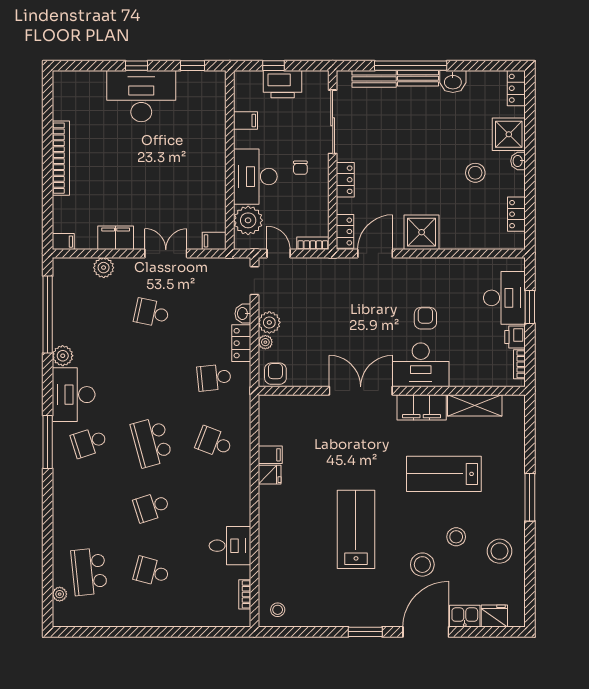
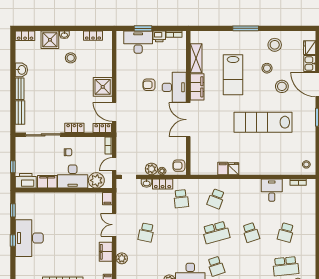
window: (411, 66) -> (13, 93), removed
printer: (283, 84) -> (26, 181), moved, turned -90
filing cabinet: (245, 121) -> (47, 182), width x2.00
lab bench: (356, 529) -> (263, 122), width x1.36

